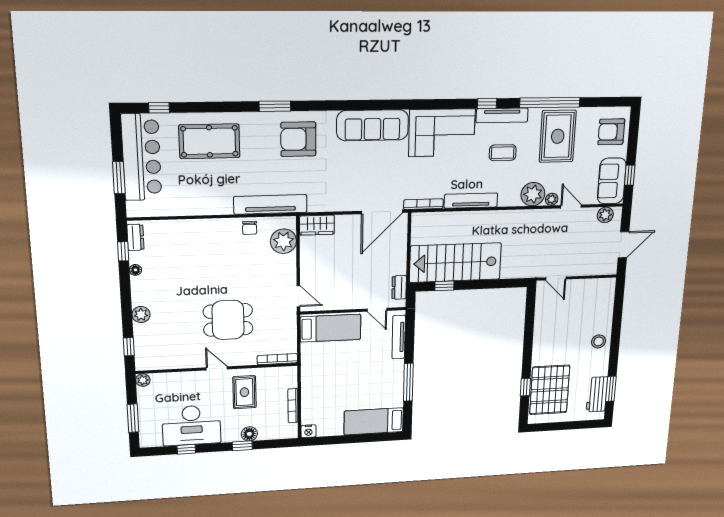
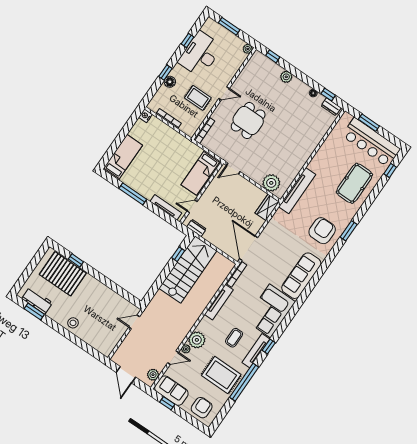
chair: (250, 228) -> (292, 170), removed

